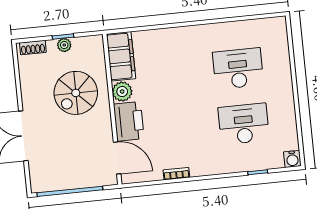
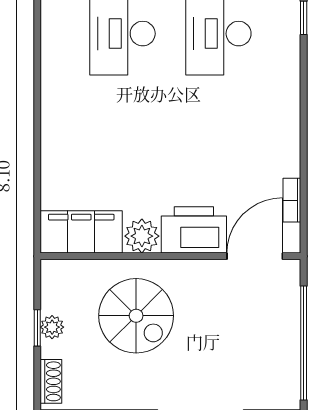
bookcase: (176, 174) -> (292, 200), moved

